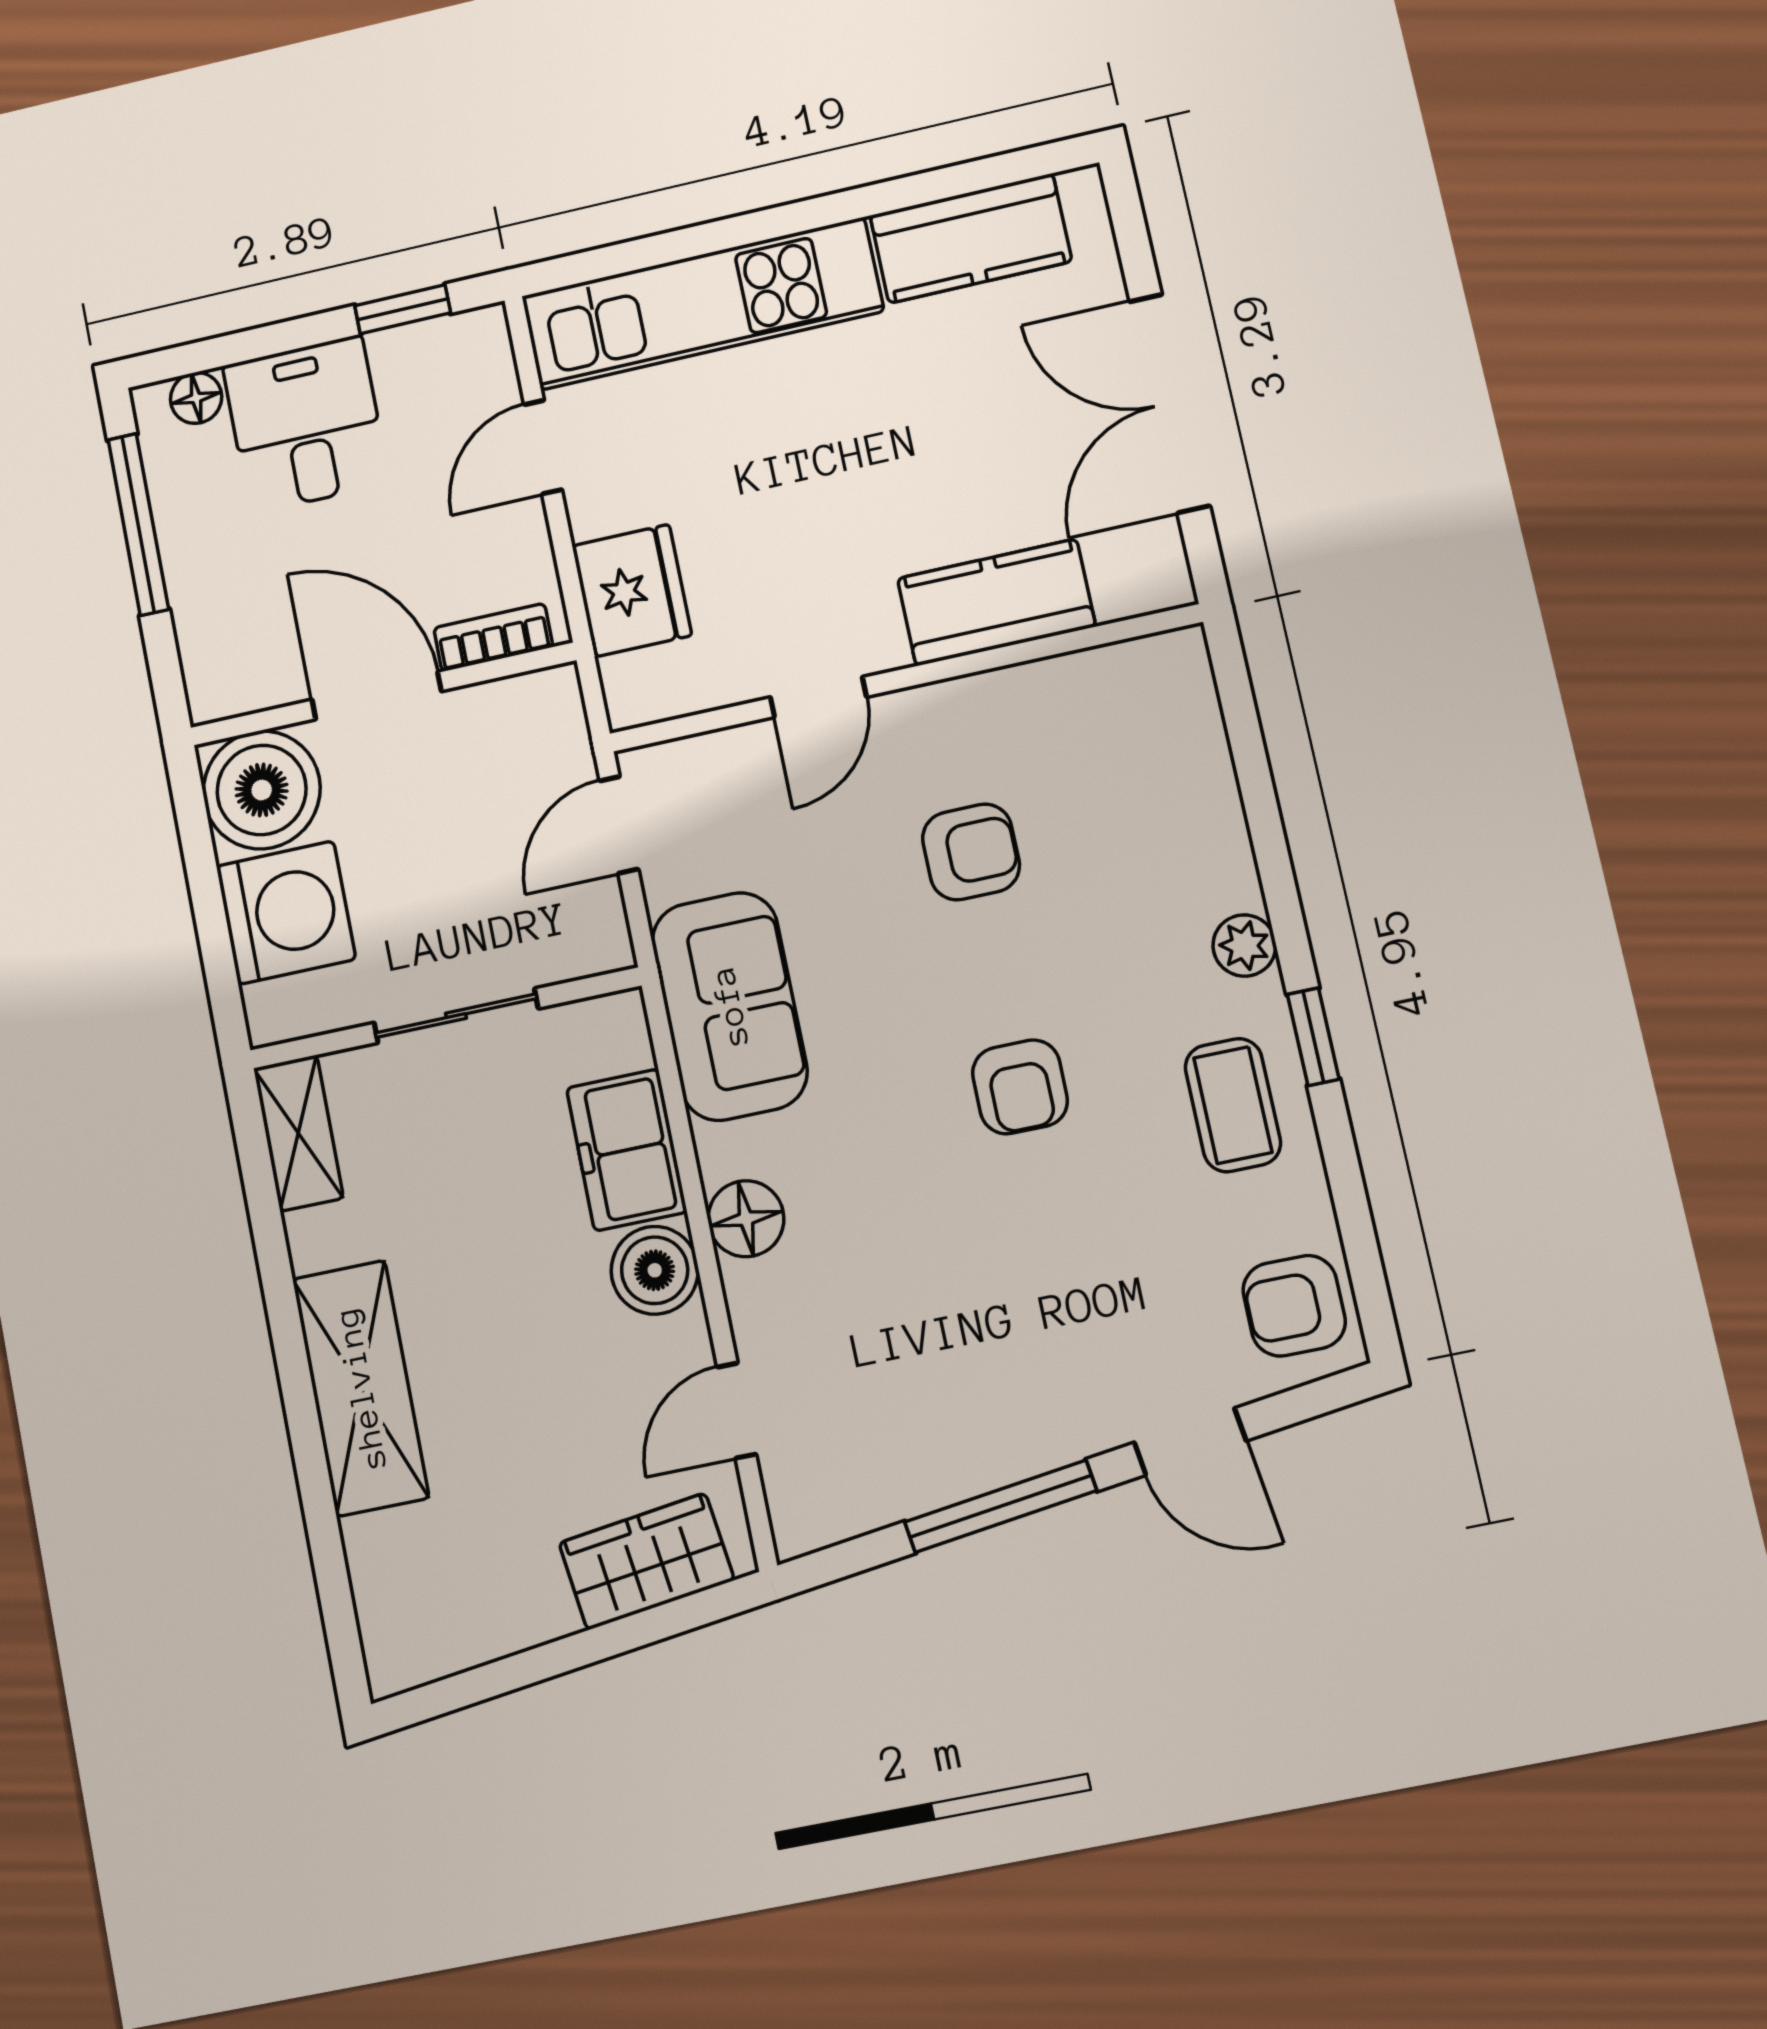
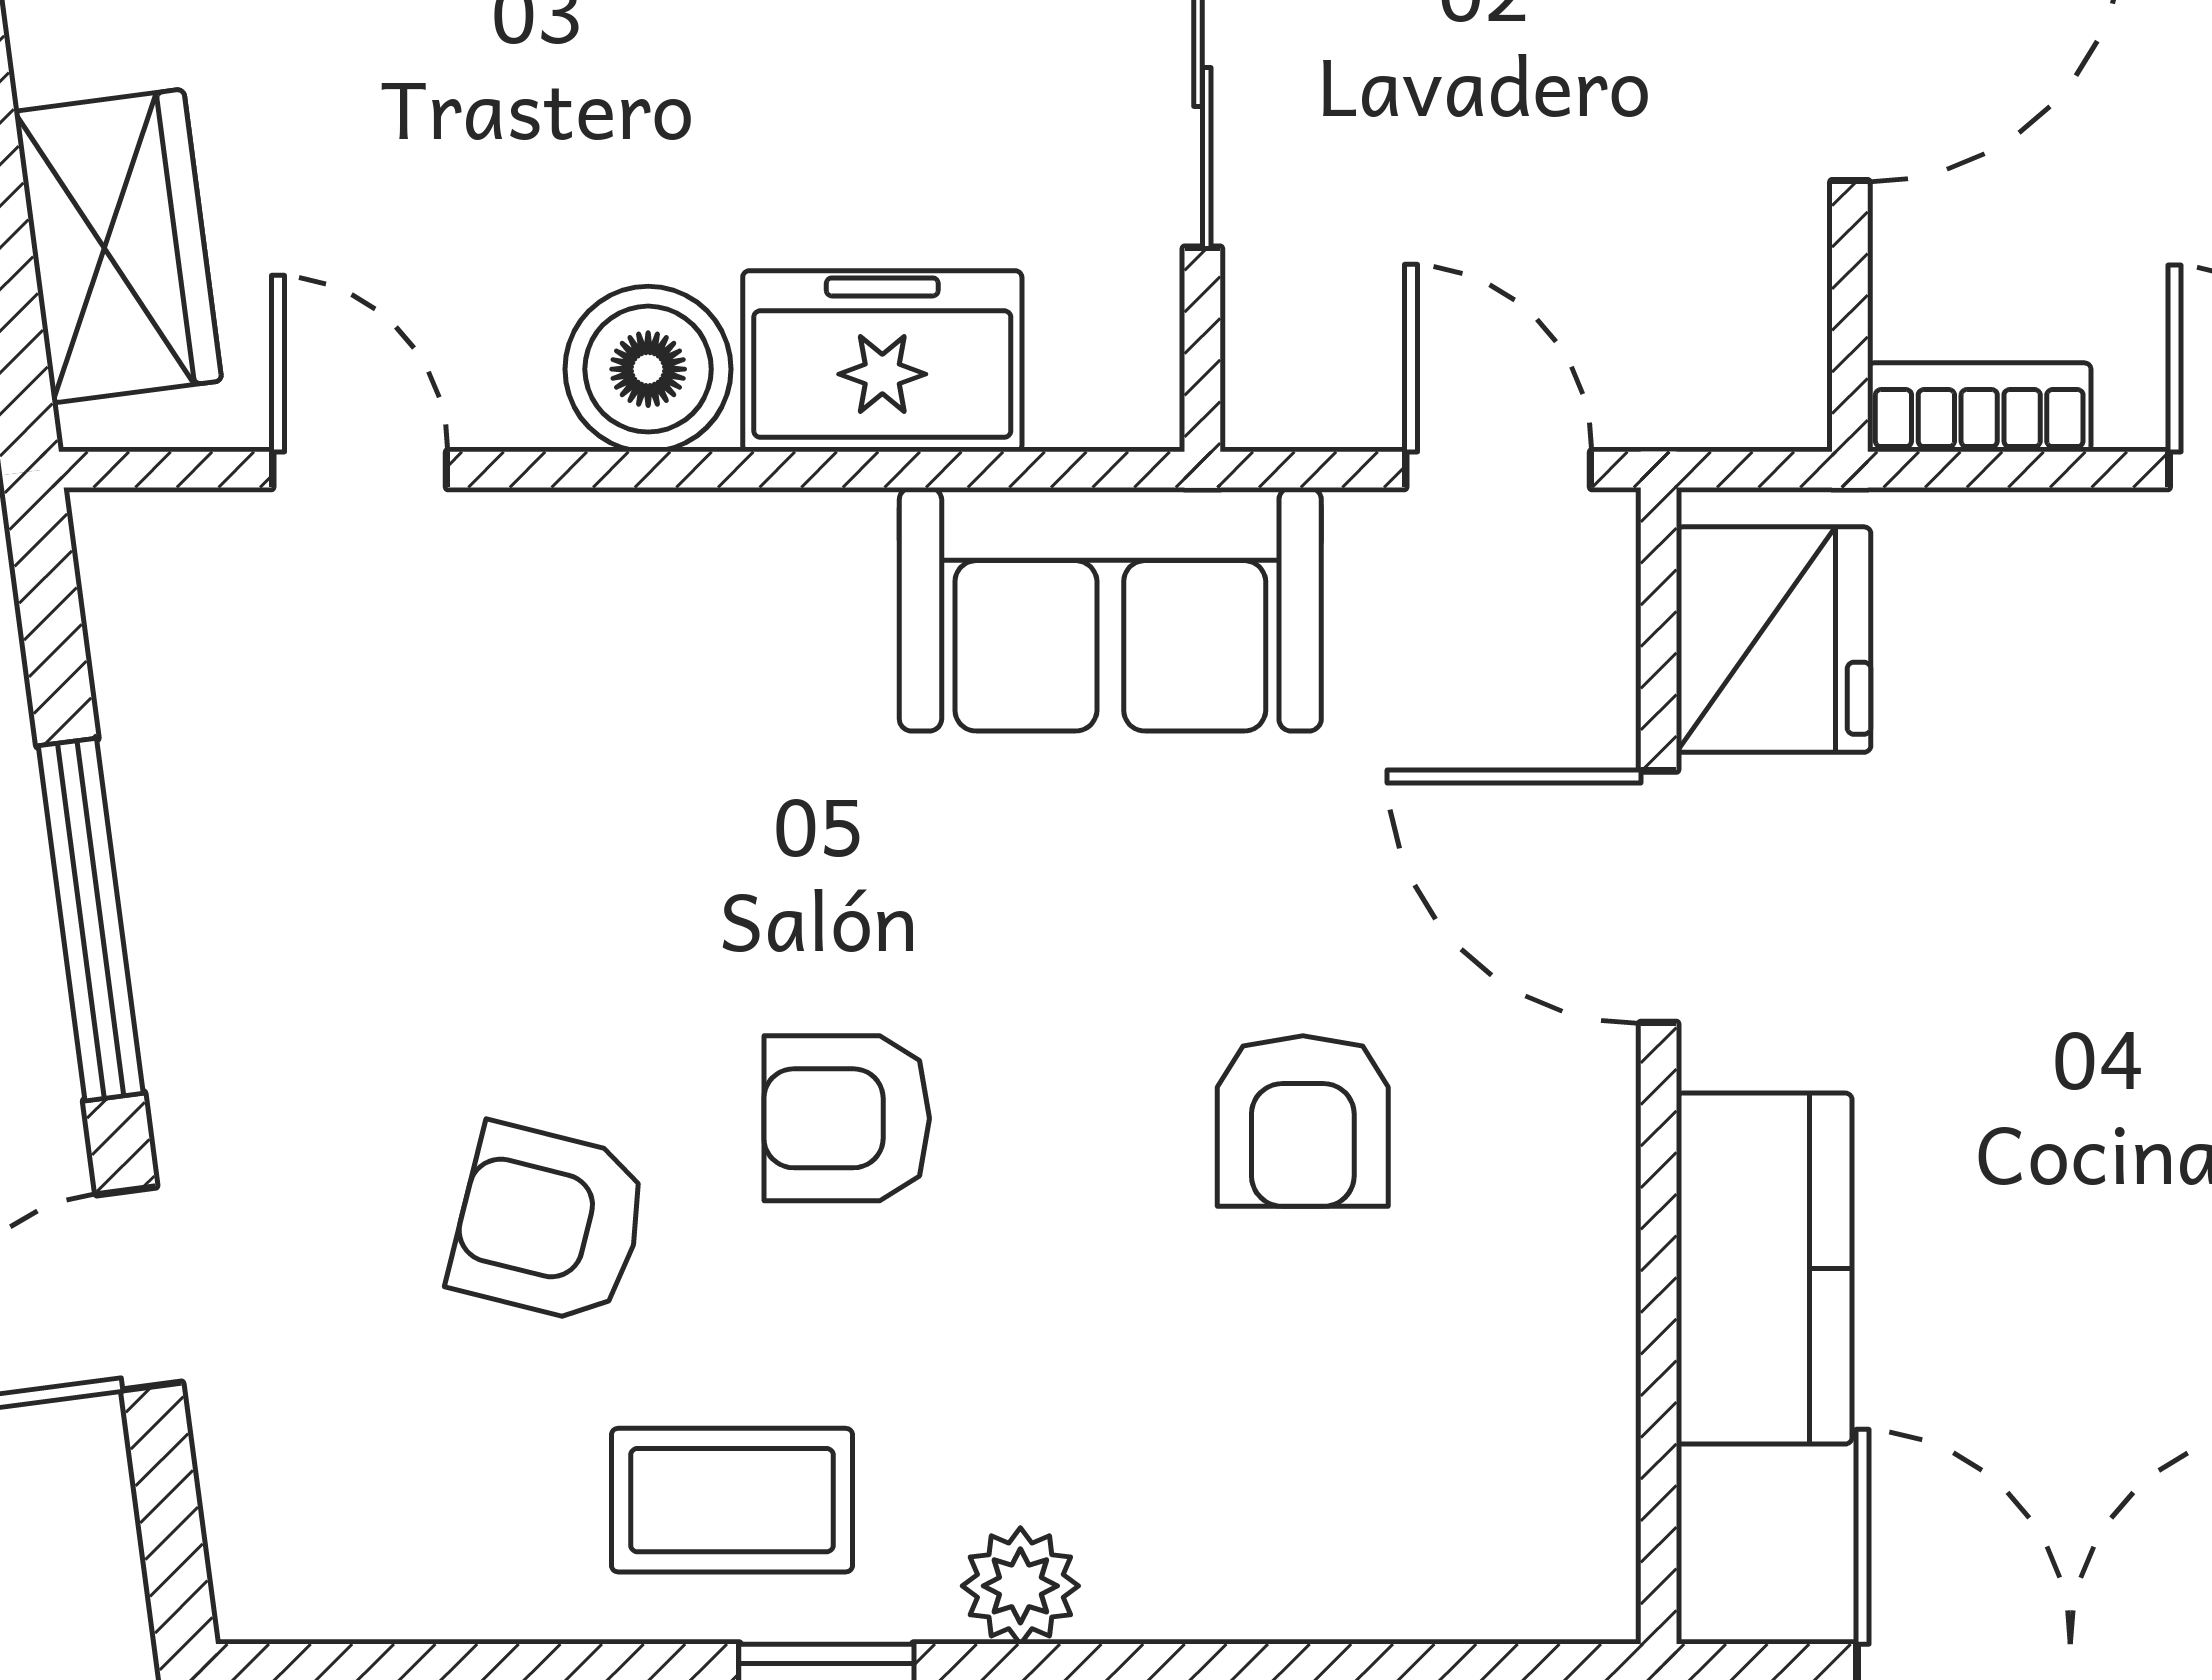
fridge: (632, 591) -> (1773, 640), moved, turned -90
bookcase: (493, 637) -> (1979, 407), moved, turned -90
door: (818, 697) -> (1659, 897), width x1.38
floor lamp: (746, 1219) -> (709, 559), removed
armchair: (1294, 1306) -> (549, 1224), moved, turned -76

